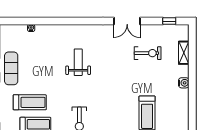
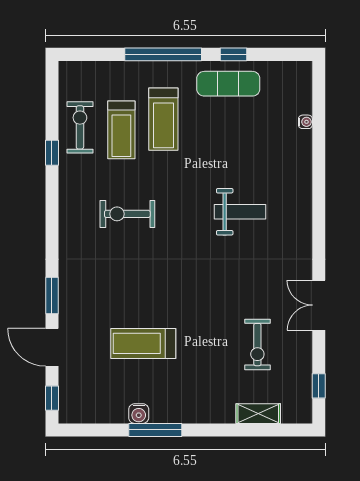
water cooler: (184, 83) -> (139, 414), moved
window: (192, 107) -> (155, 430), added

